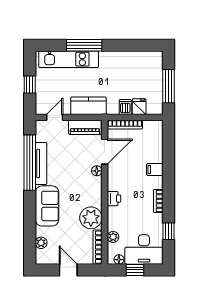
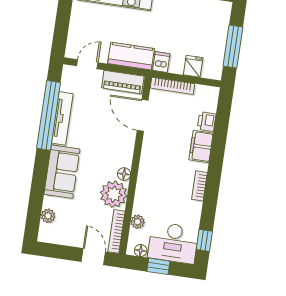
window: (30, 84) -> (63, 19), removed
dishwasher: (125, 107) -> (161, 62), moved
door: (105, 152) -> (143, 115), swing flipped
filing cabinet: (155, 170) -> (201, 146), width x2.00
floor lamp: (97, 171) -> (124, 174), moved
printer: (114, 199) -> (207, 122), moved, turned 180
window: (168, 231) -> (204, 240), moved
door: (68, 270) -> (93, 257), moved

